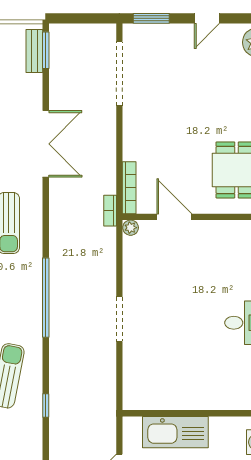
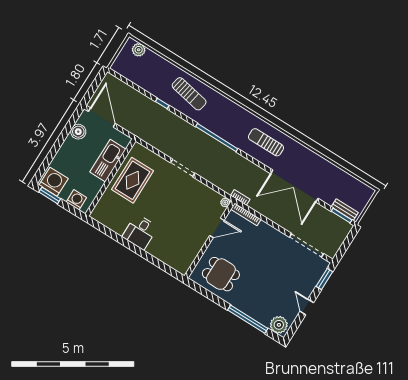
double door: (46, 144) -> (294, 186), width x1.36
rug: (181, 379) -> (133, 180), added

